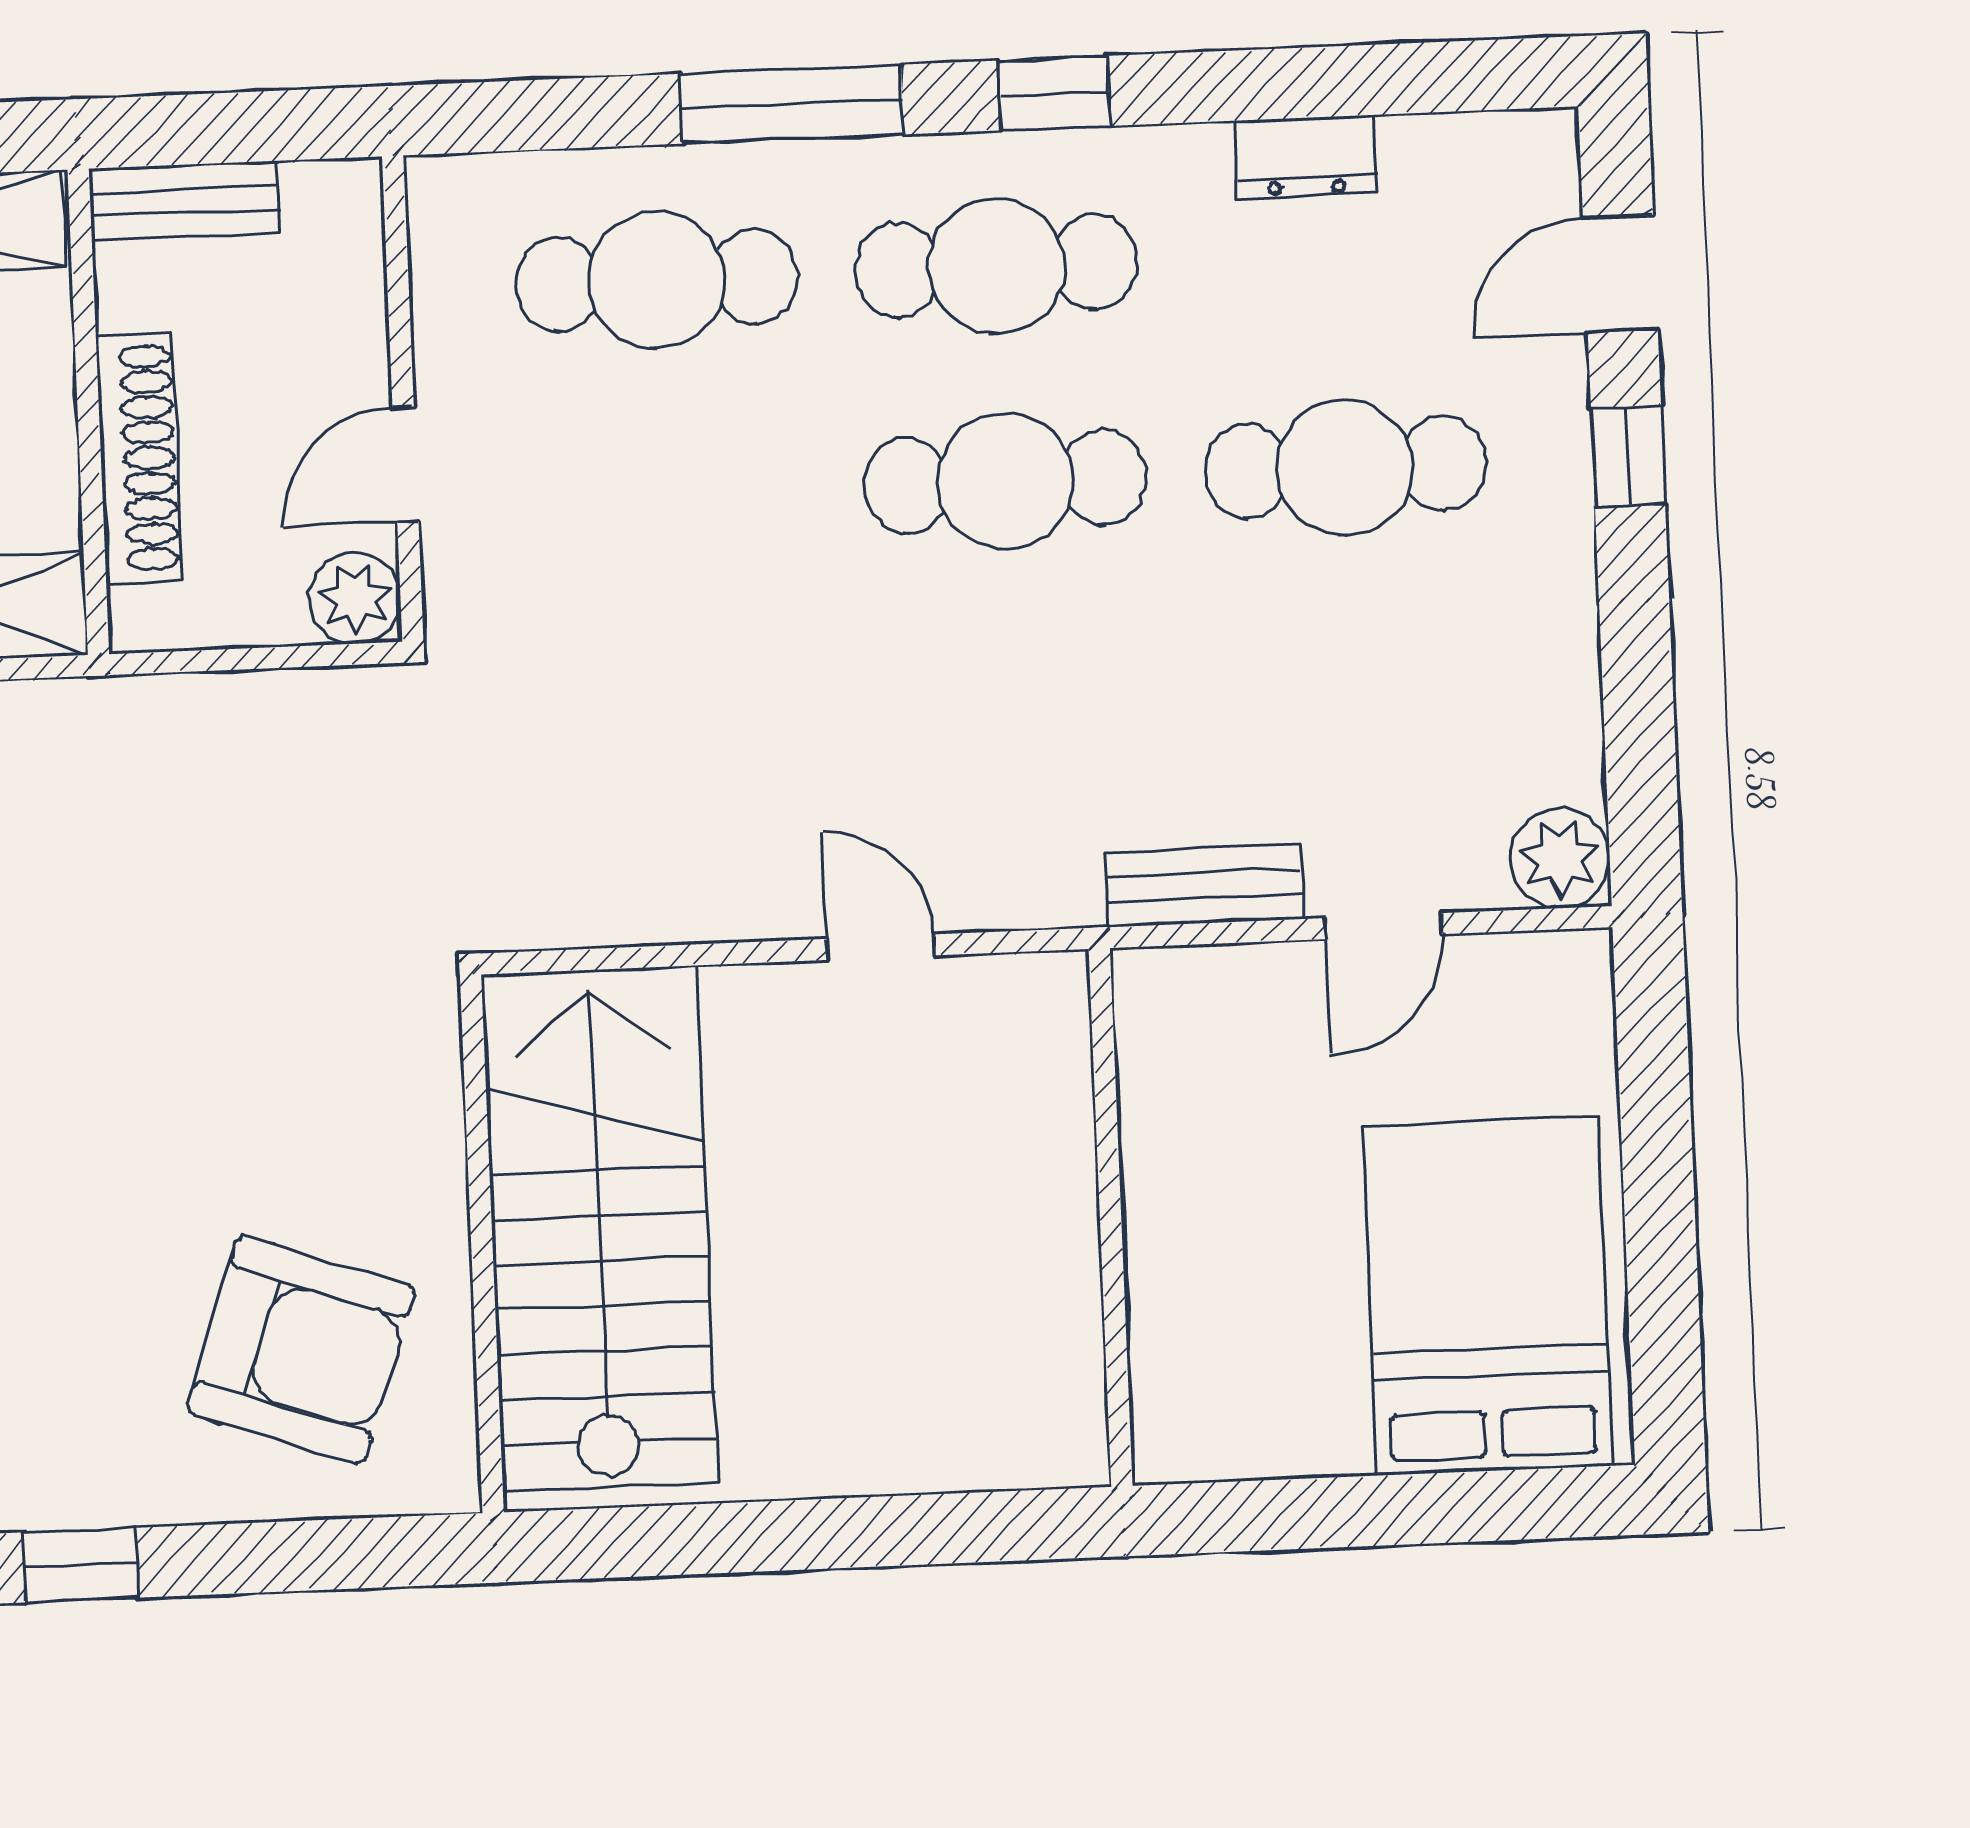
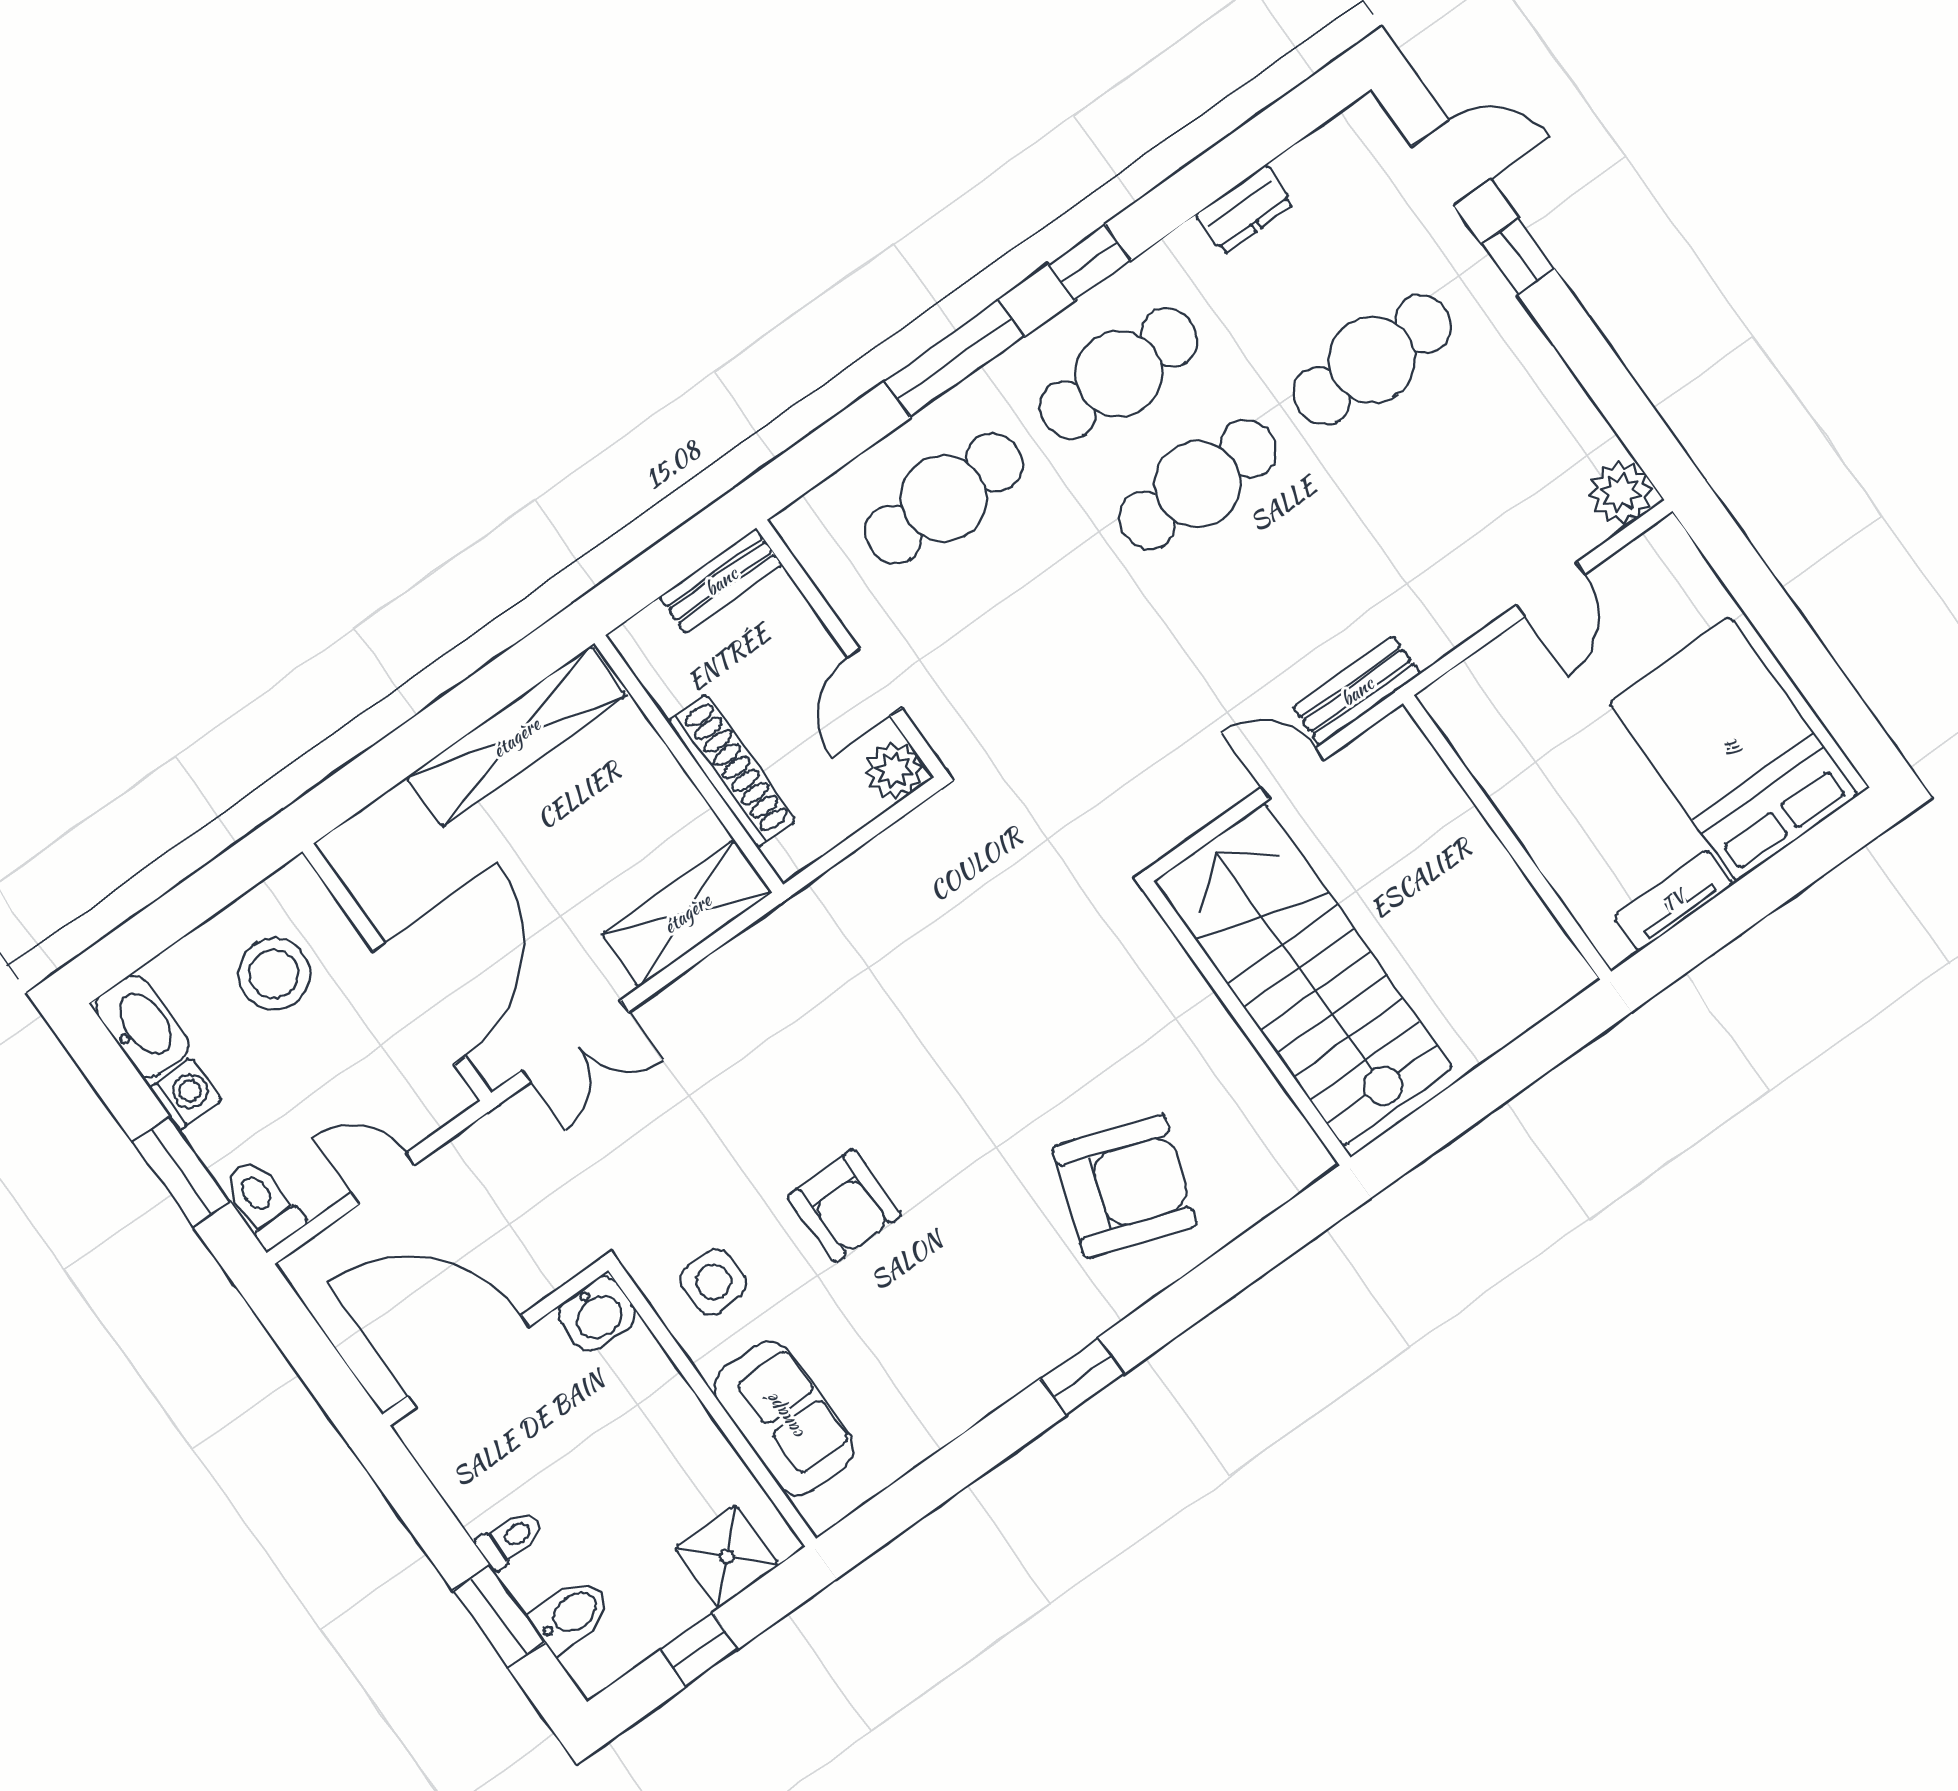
bench: (185, 201) -> (721, 581), moved
door: (1620, 274) -> (1451, 163), swing flipped
bench: (1204, 886) -> (1357, 691), moved
stairs: (600, 1228) -> (1303, 974), moved
wall: (482, 1244) -> (1247, 1023), moved
tv unit: (1277, 1445) -> (1673, 900), added

